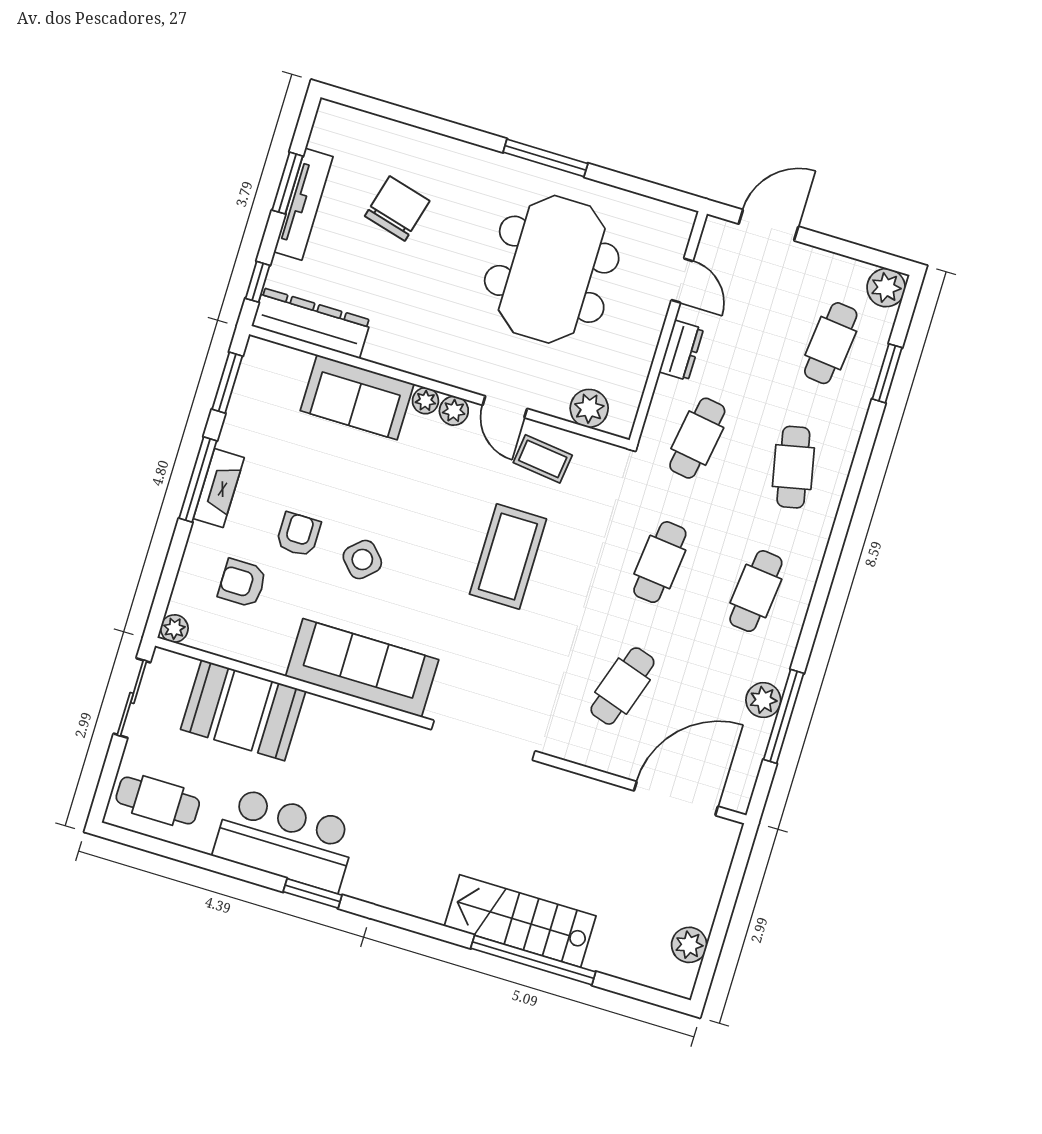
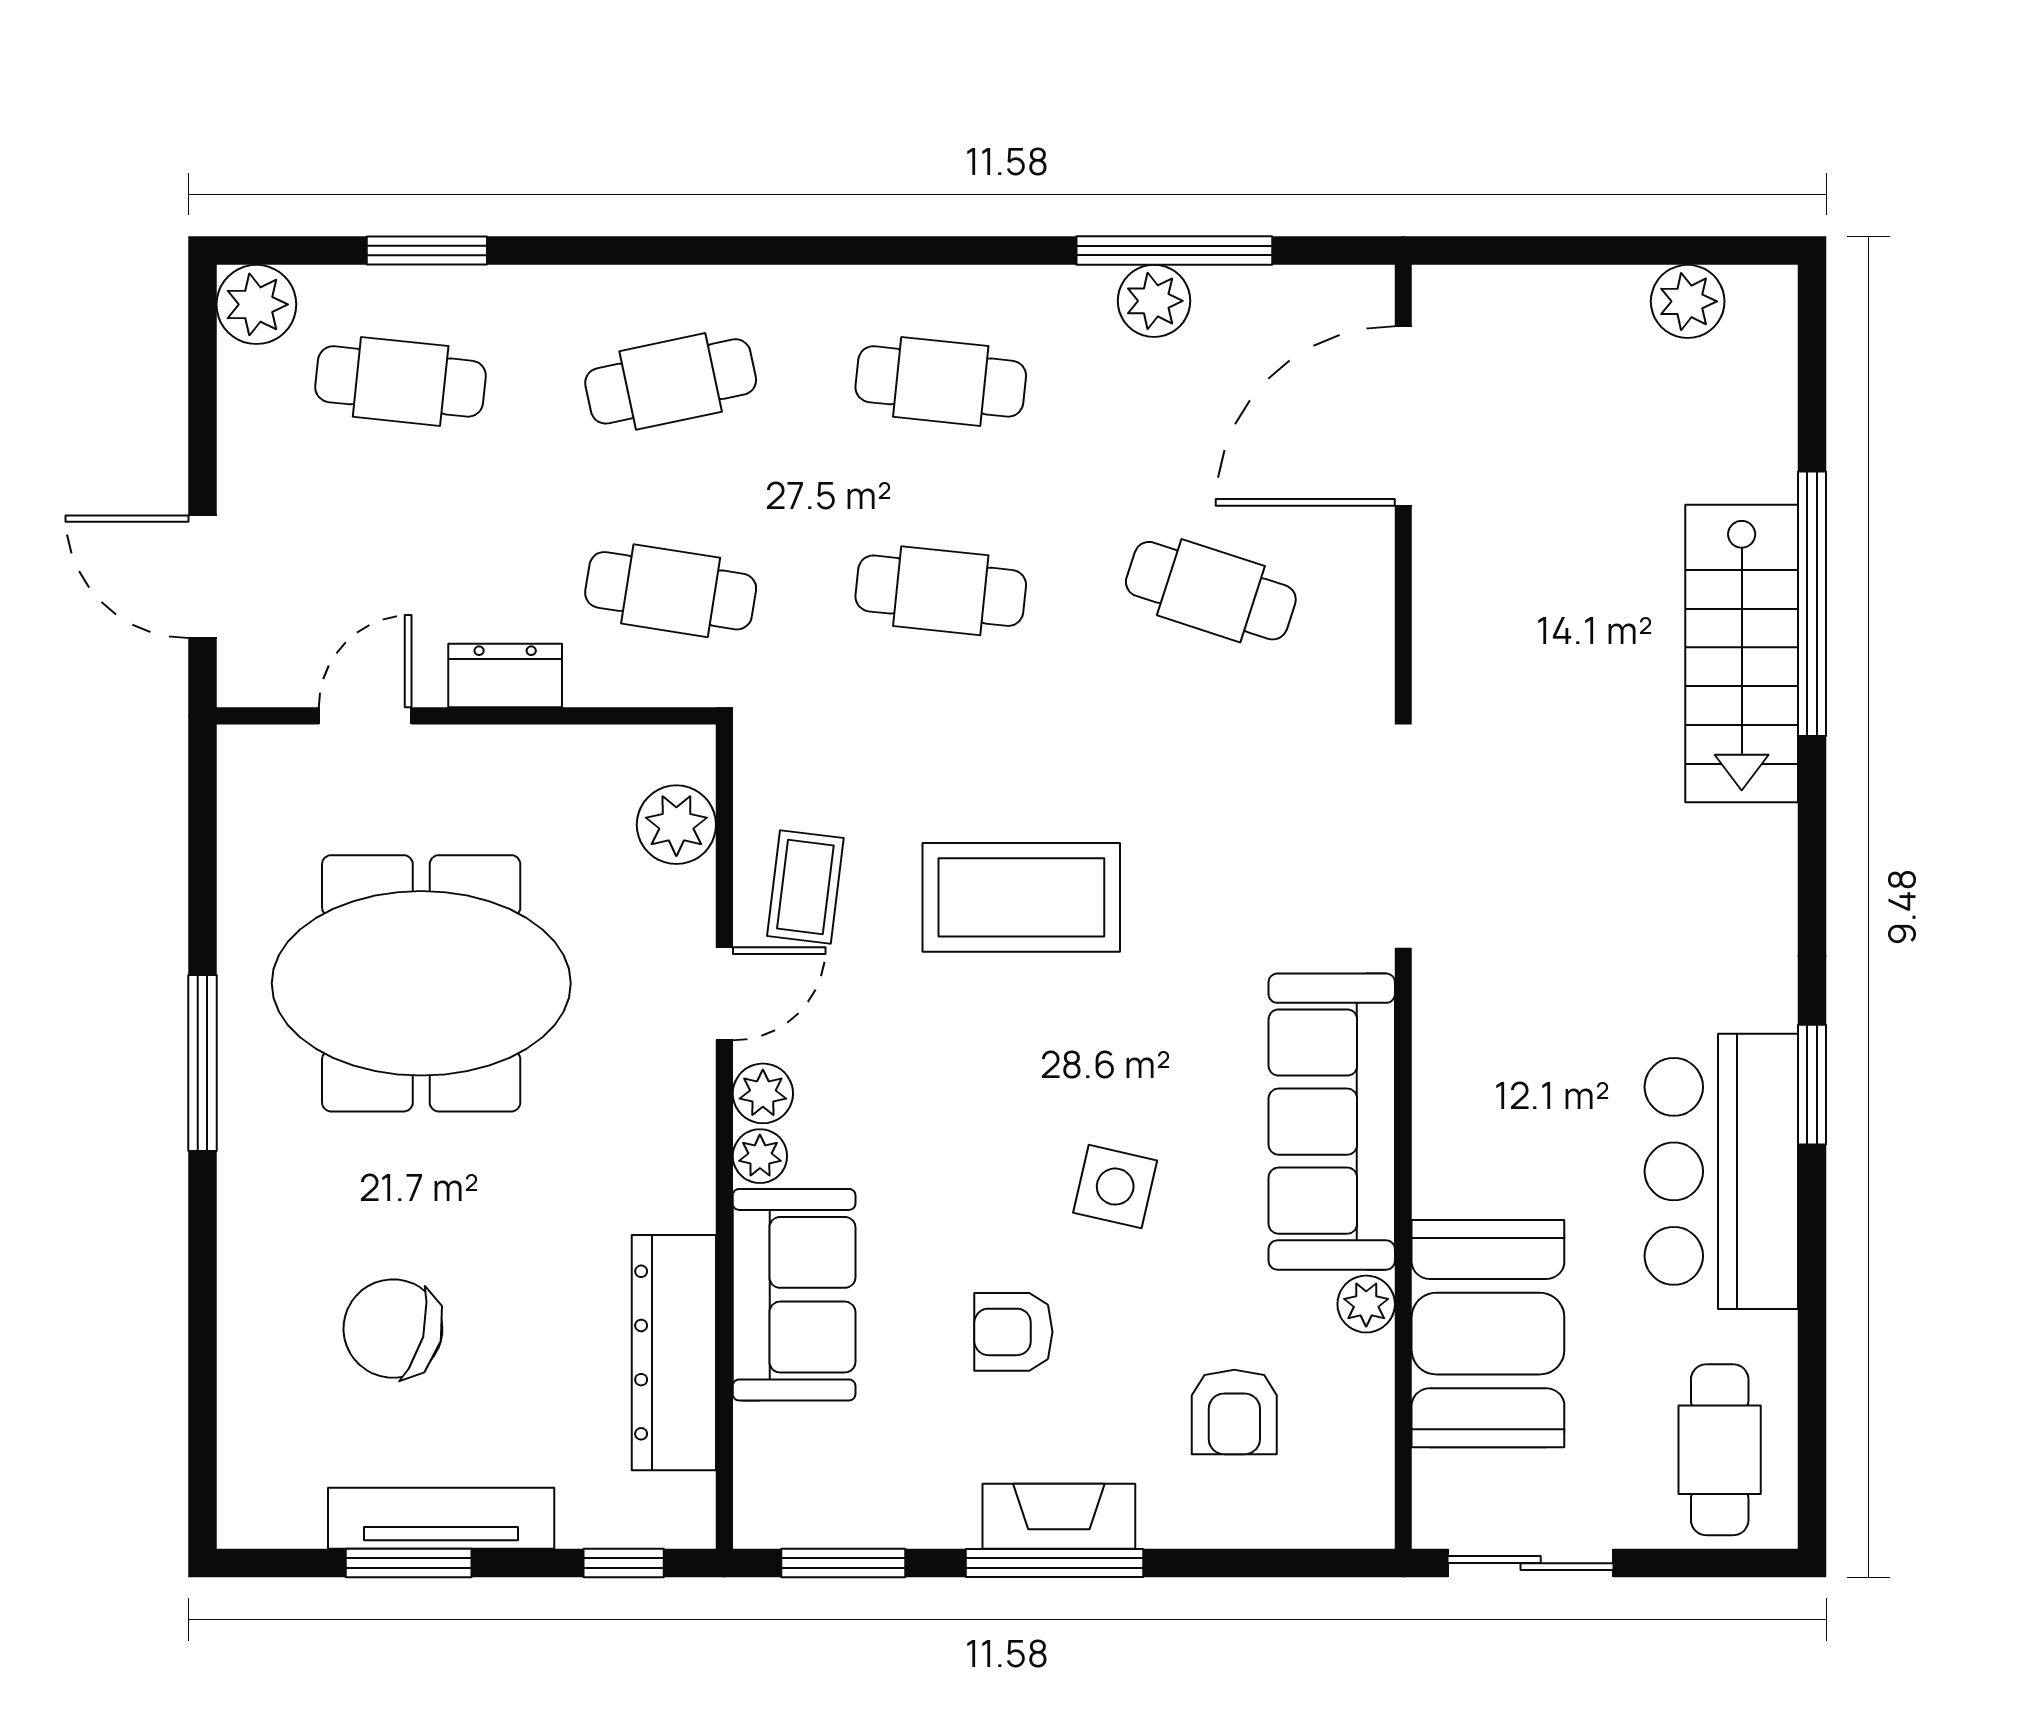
dresser: (311, 323) -> (674, 1353), moved
armchair: (298, 534) -> (1013, 1332), moved
side table: (362, 560) -> (1115, 1187), turned -34
plant: (174, 628) -> (1366, 1304), moved
door: (676, 798) -> (1403, 416), hinge flipped

